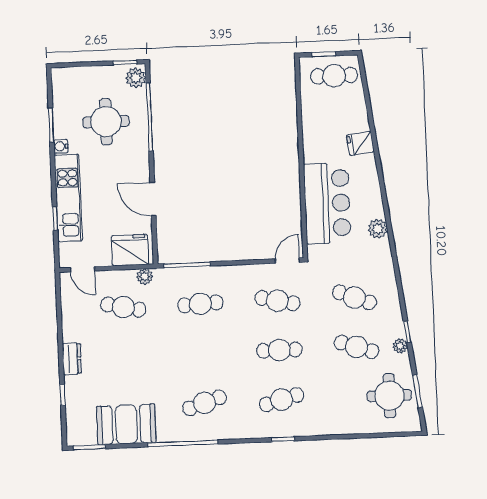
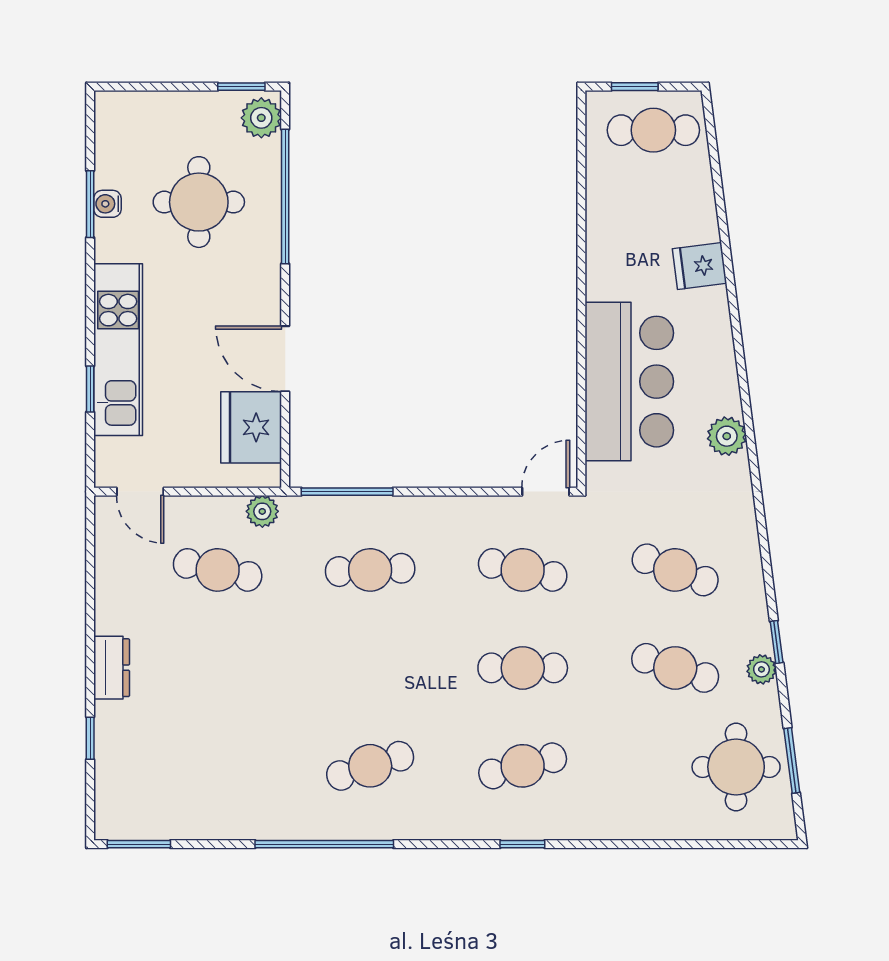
water cooler: (61, 146) -> (107, 204), moved
fridge: (130, 250) -> (251, 427), moved, turned -90
booth: (126, 424) -> (214, 802), removed

